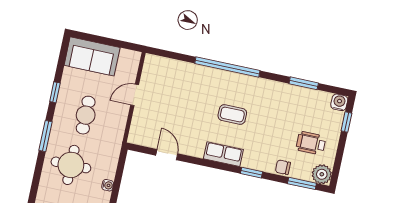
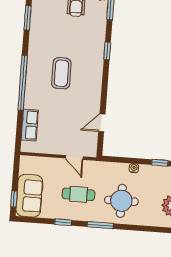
window: (91, 38) -> (14, 199), added
door: (135, 95) -> (74, 157), moved
coffee table: (232, 114) -> (61, 73), width x1.36, depth x1.30
row of seats: (223, 154) -> (30, 125), moved, turned 180
chair: (283, 167) -> (99, 26), removed

